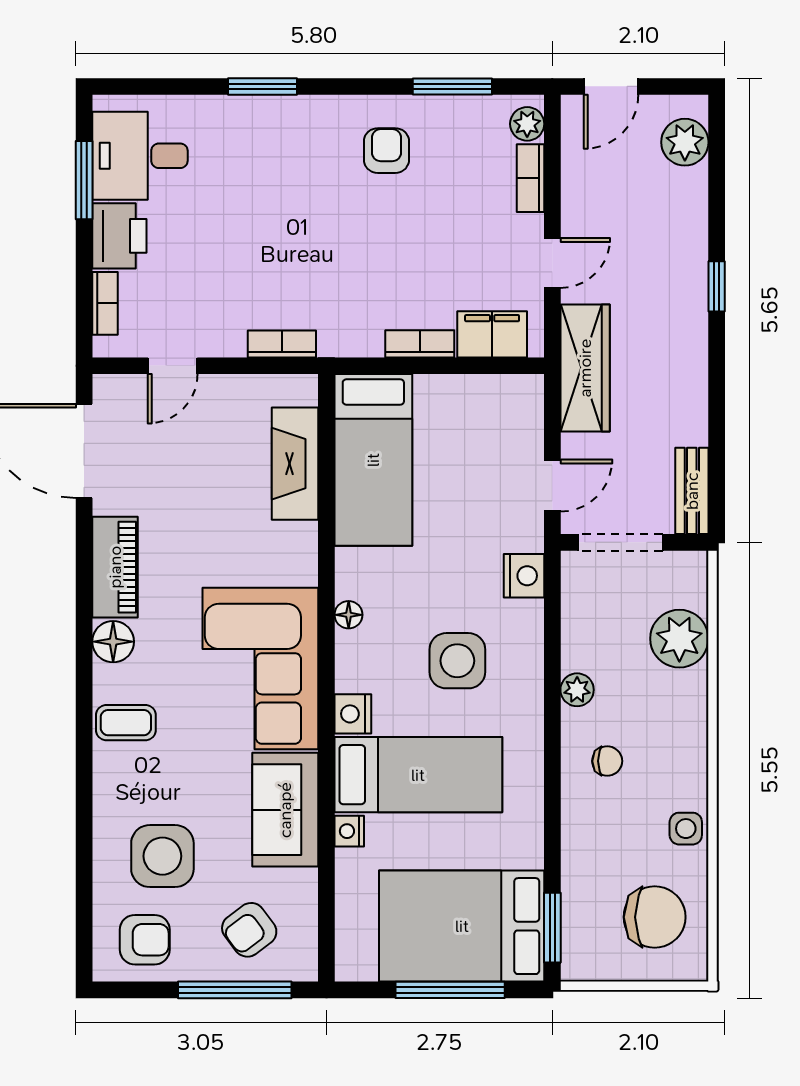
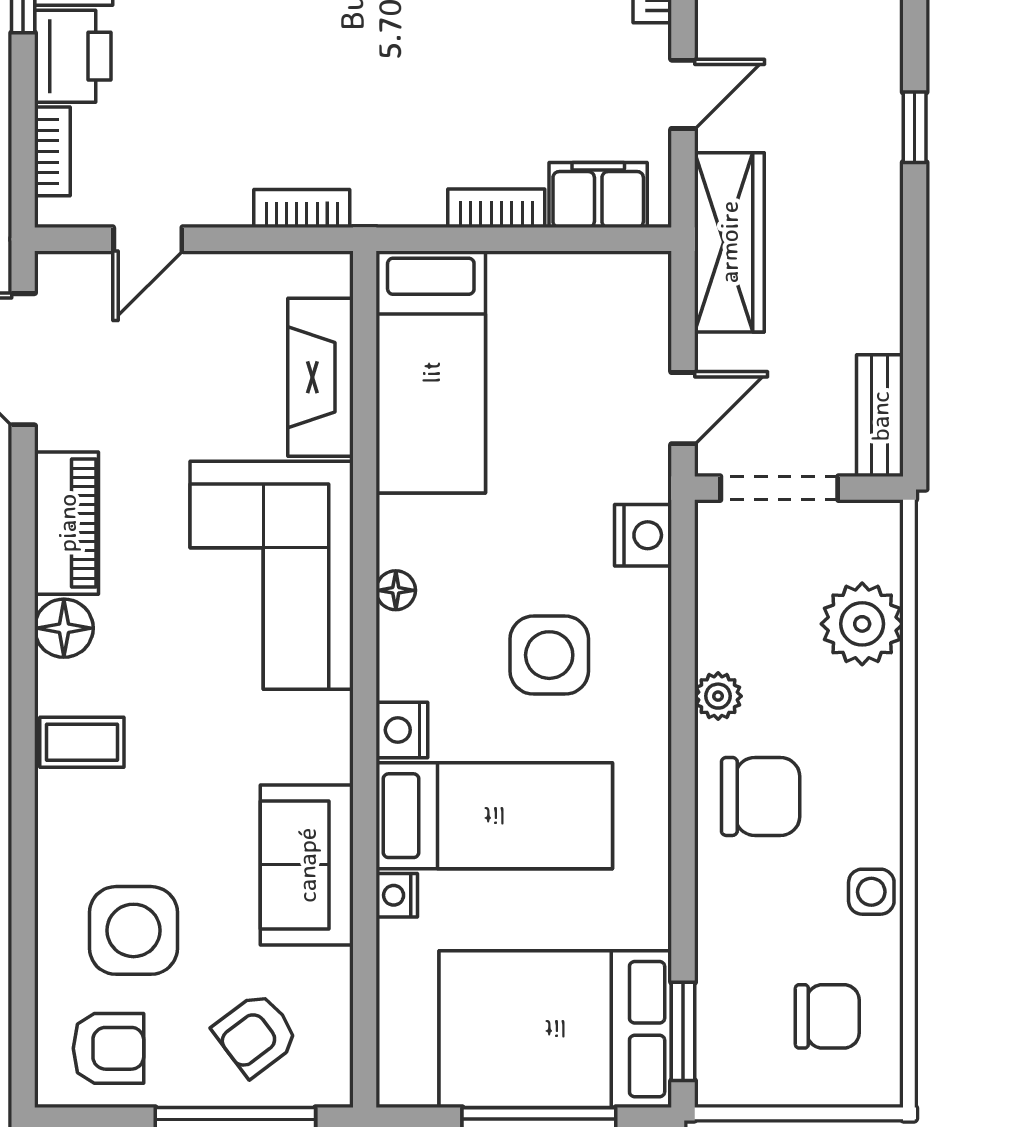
corner sofa: (260, 668) -> (272, 575), moved
chair: (607, 761) -> (761, 796), width x1.87, depth x1.87
chair: (655, 917) -> (827, 1016), width x0.73, depth x0.73

